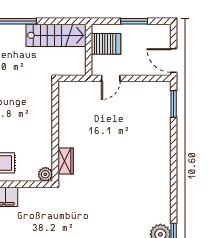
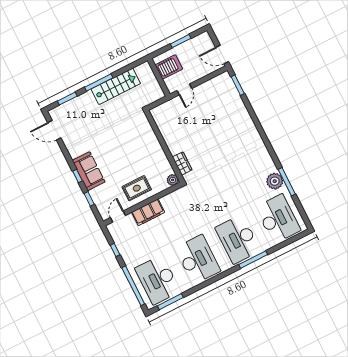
stairs: (56, 35) -> (116, 86), moved

